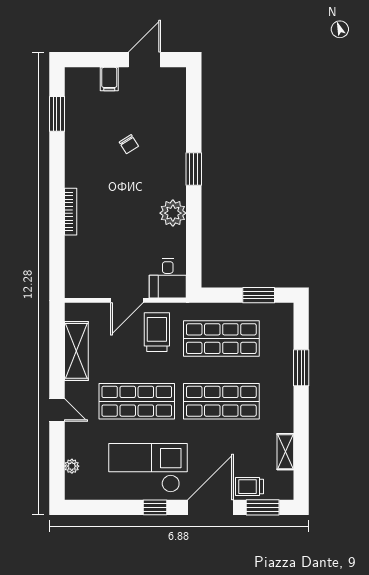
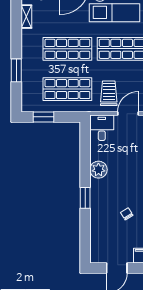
trolley: (157, 332) -> (109, 93), turned 180

